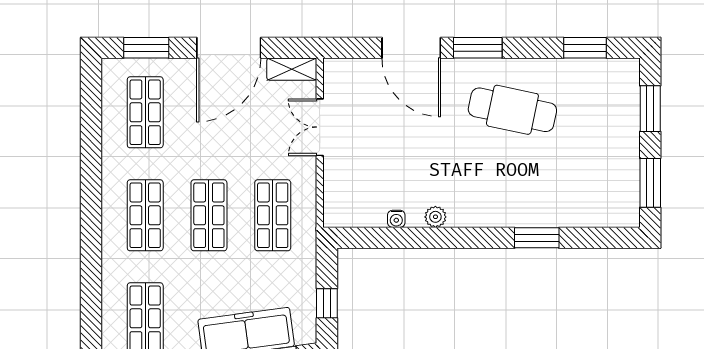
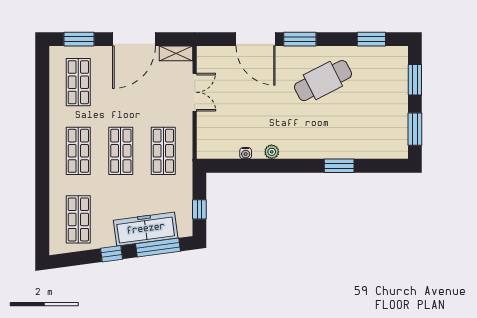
cafe table: (512, 110) -> (323, 81), turned -39
double door: (320, 127) -> (195, 92), swing flipped

